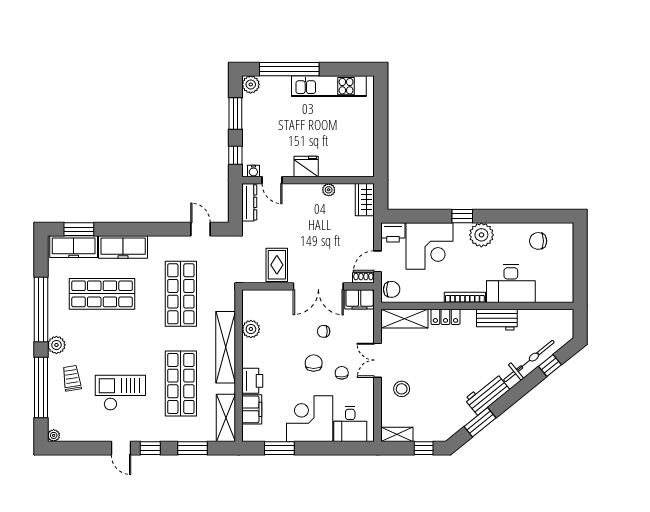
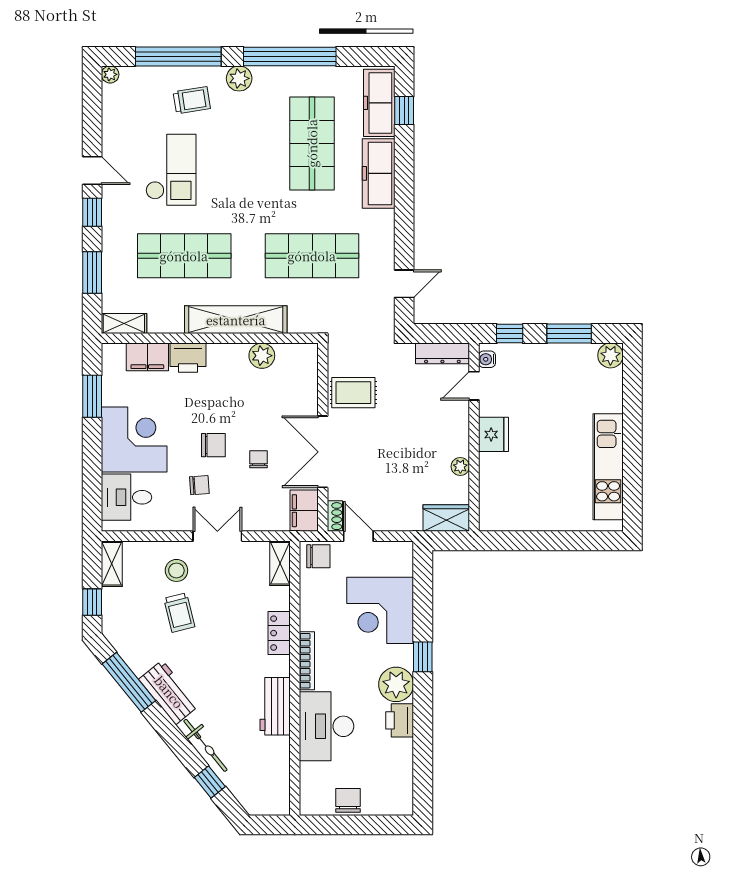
window: (289, 69) -> (632, 410), removed
window: (79, 229) -> (404, 110), width x0.67
printer: (393, 232) -> (400, 720), moved
chair: (538, 241) -> (348, 800), moved
chair: (392, 289) -> (318, 556), turned -90
shelving: (404, 319) -> (280, 563), width x0.67, depth x0.75
bicycle: (529, 361) -> (205, 745), width x0.73, depth x0.71
trolley: (431, 387) -> (179, 613), added
shelving: (226, 418) -> (124, 323), width x0.67, depth x0.75
window: (480, 422) -> (129, 682), width x1.44
door: (121, 448) -> (92, 171), swing flipped

